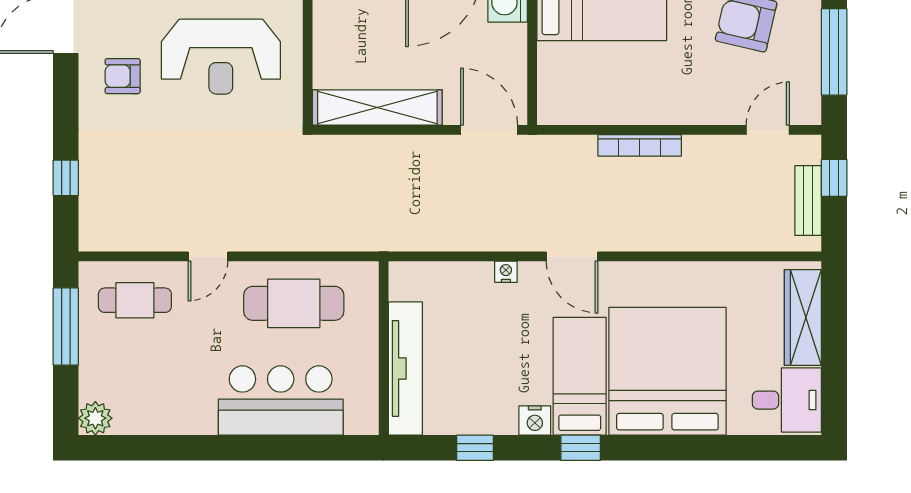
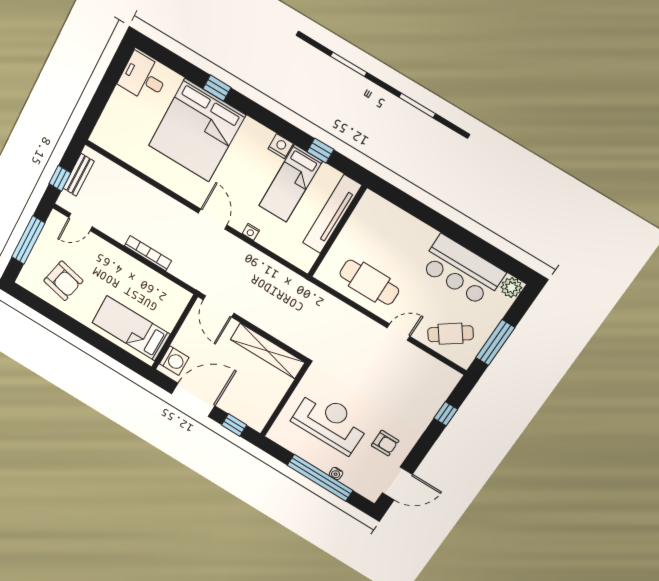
cafe table: (135, 300) -> (450, 334), turned -36
wardrobe: (803, 318) -> (112, 116), removed
bed: (580, 376) -> (290, 184), moved
bar counter: (281, 400) -> (462, 270), moved
window: (581, 448) -> (217, 88), moved

